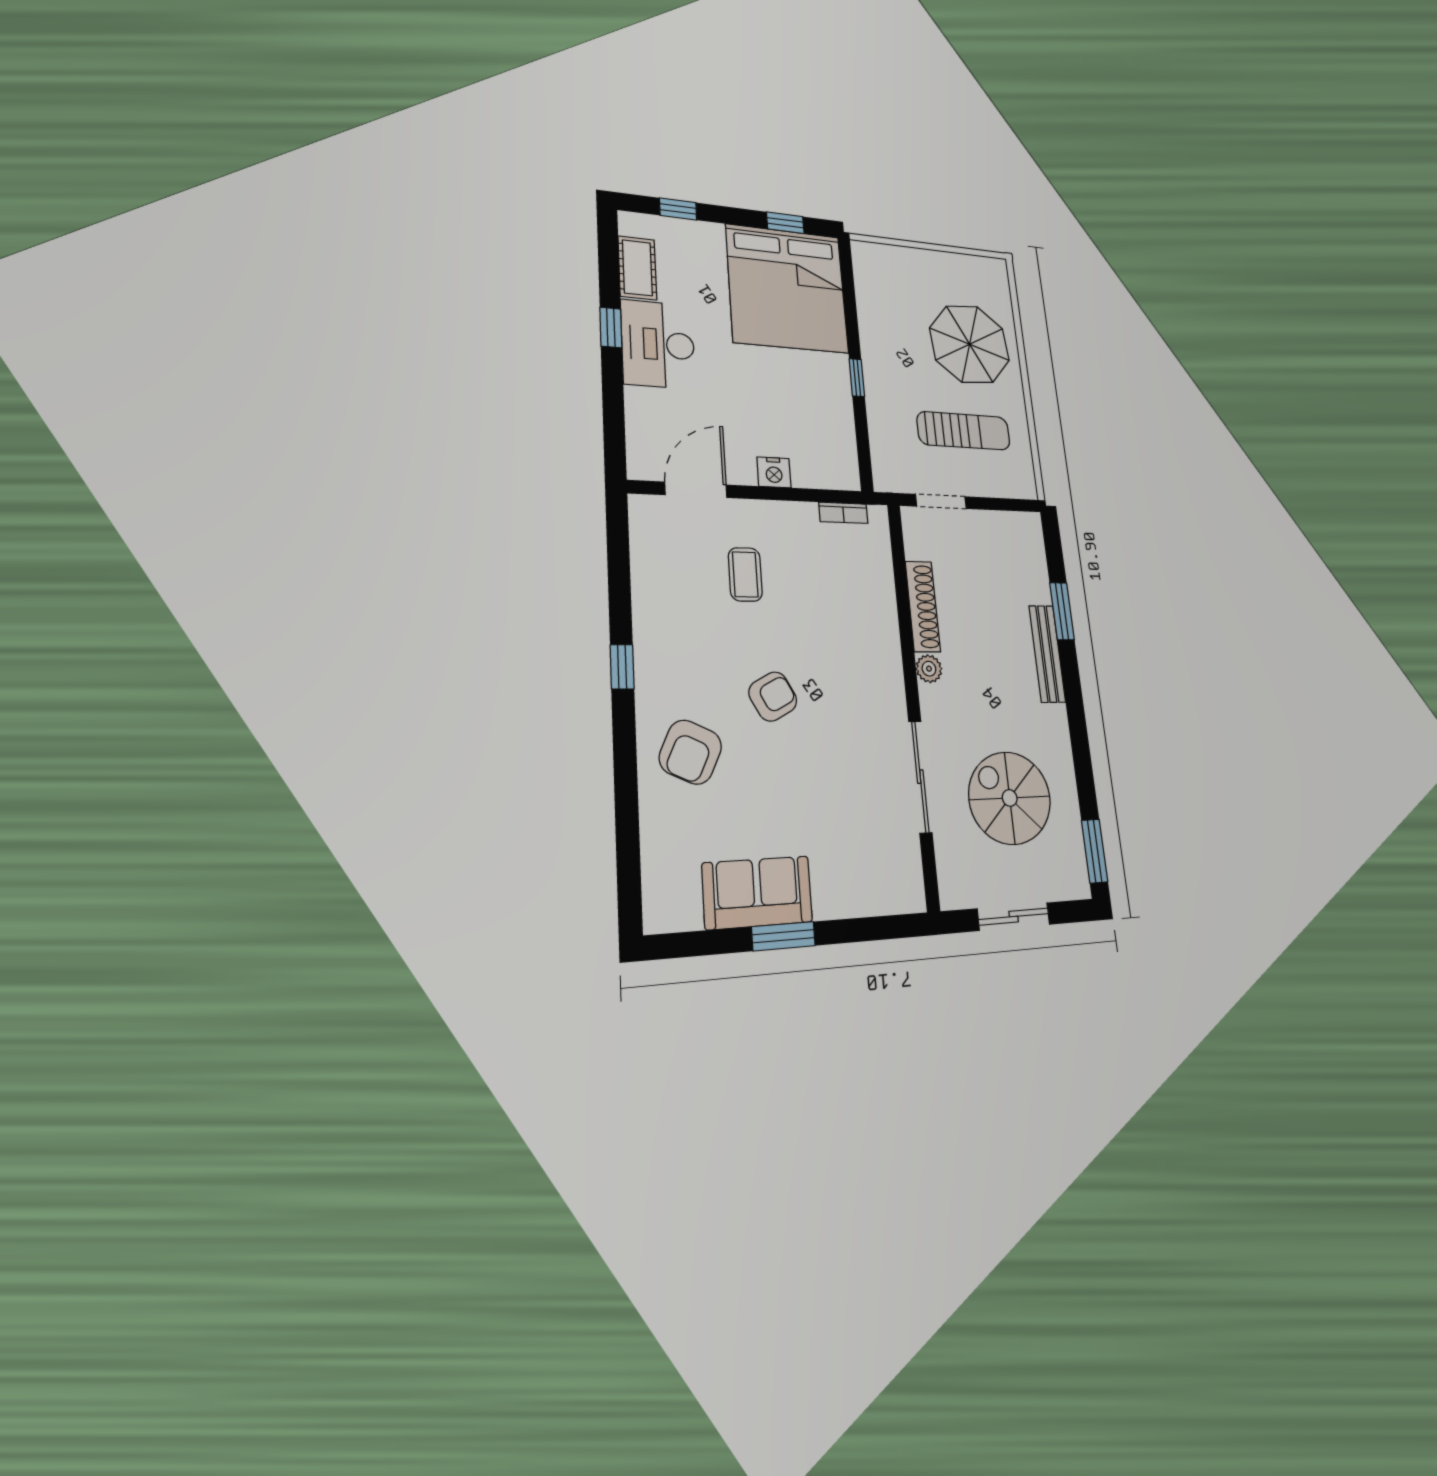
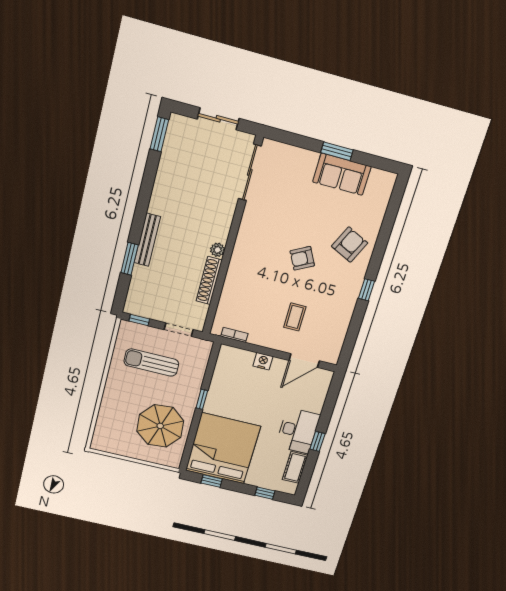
parasol: (970, 344) -> (160, 426), moved
window: (1009, 505) -> (139, 320), added
sliding door: (920, 777) -> (250, 172), moved
spiral stairs: (1010, 798) -> (198, 175), removed

